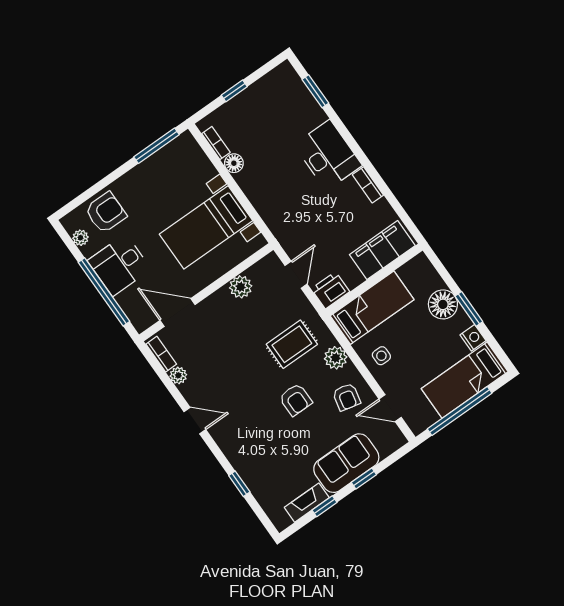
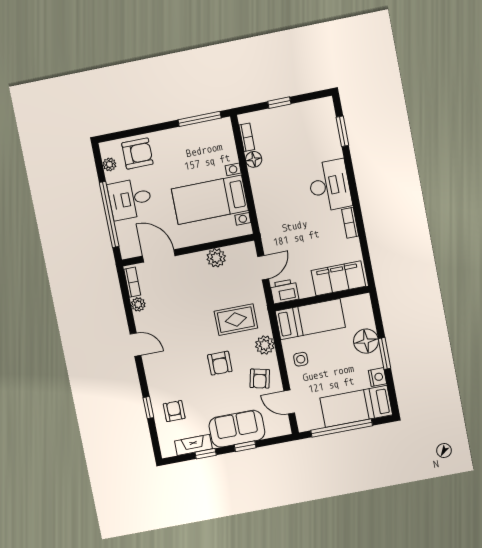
armchair: (269, 475) -> (174, 411), added

